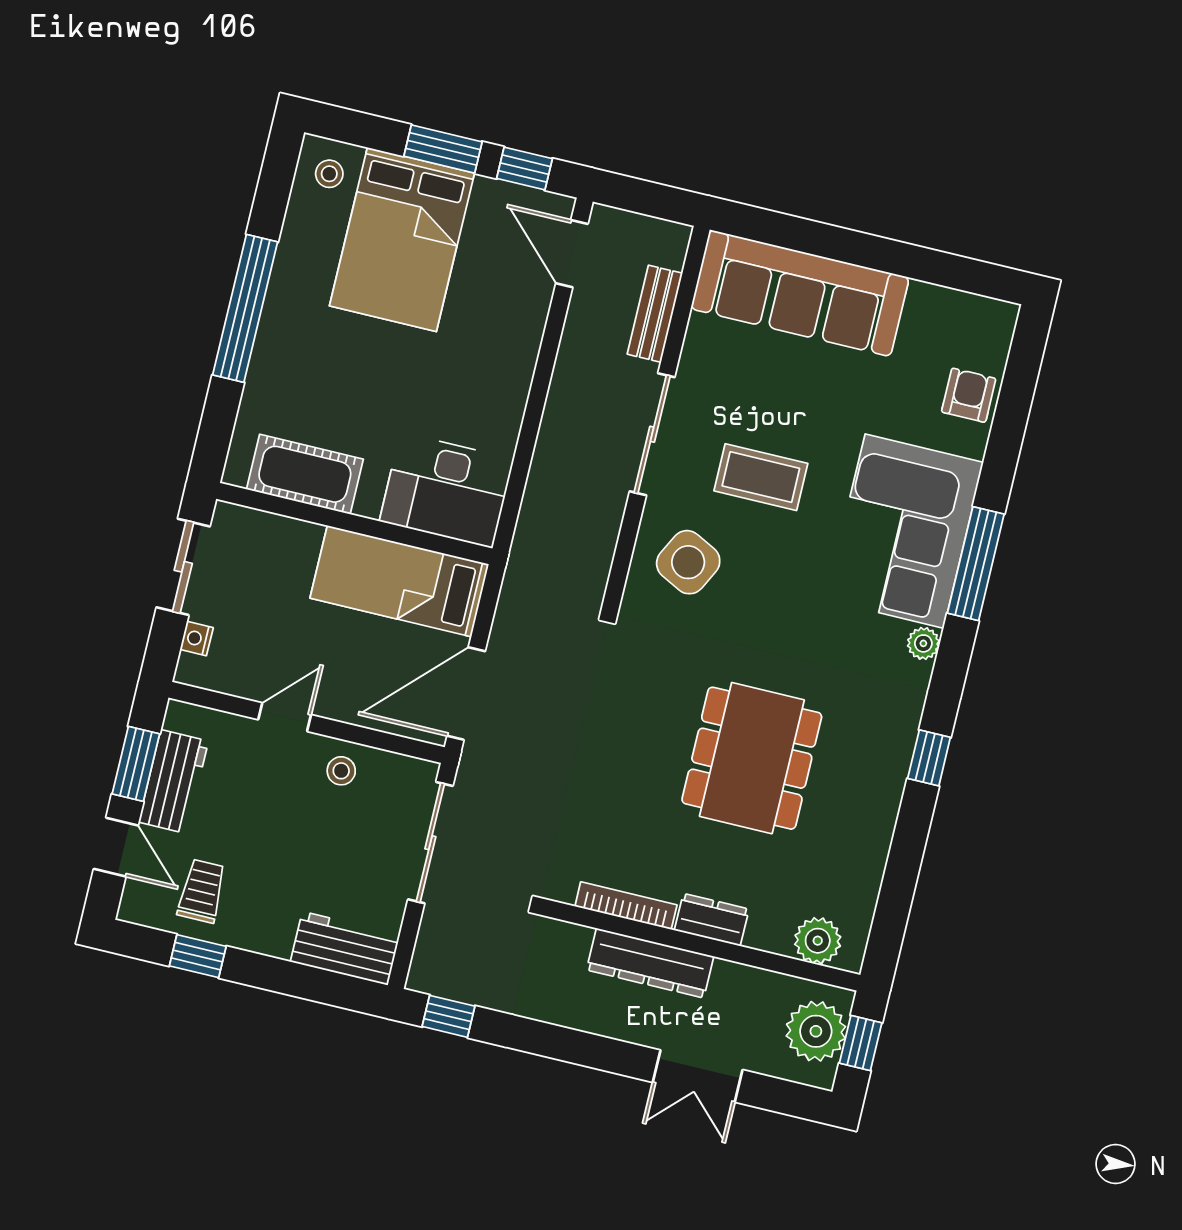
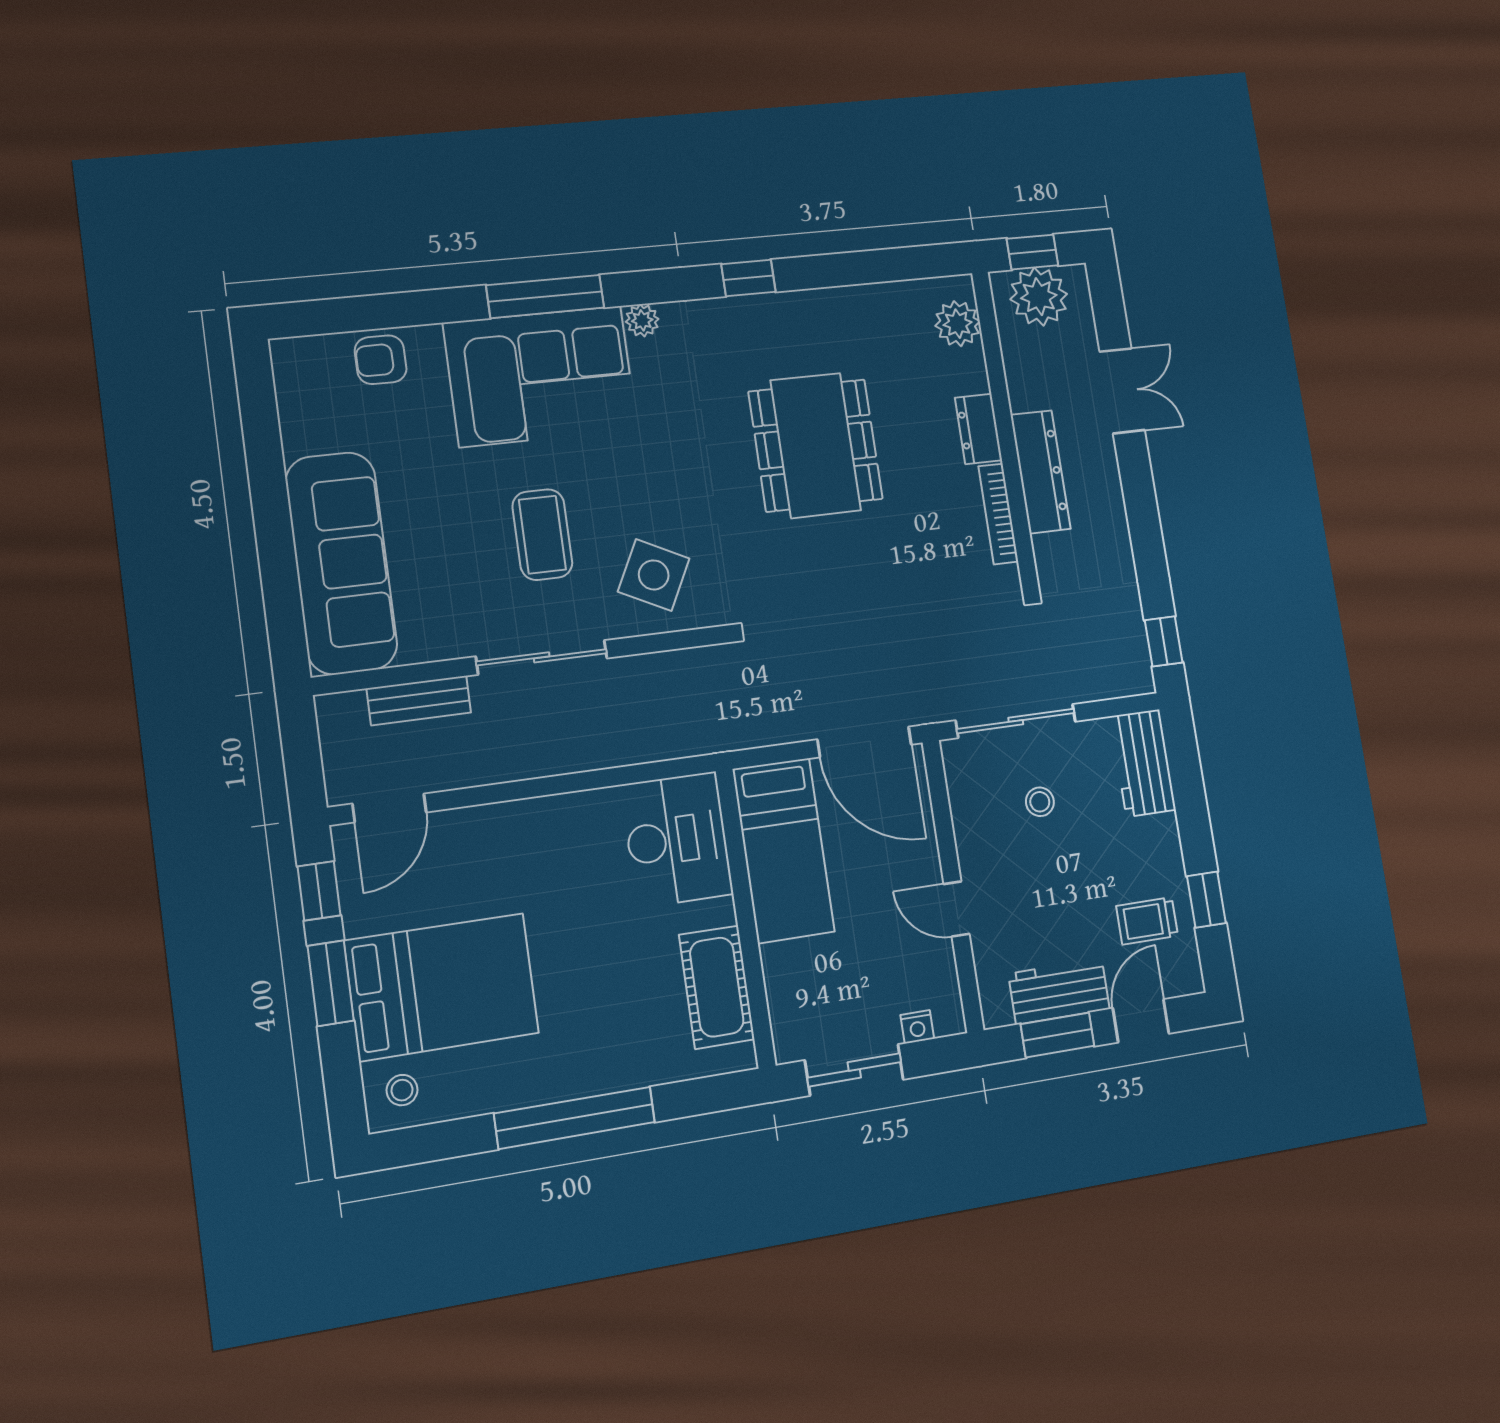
dining table: (752, 758) -> (816, 445), turned 90
stool: (341, 771) -> (1040, 802), moved

